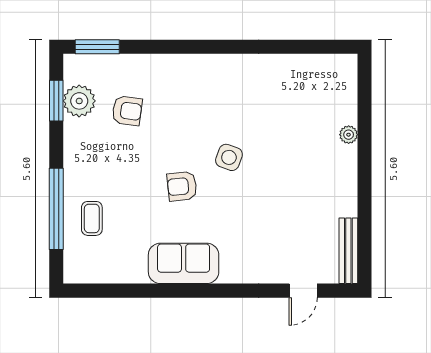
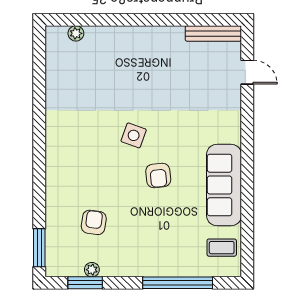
plant: (79, 101) -> (92, 270), width x0.53, depth x0.53
plant: (349, 135) -> (76, 33), moved
coffee table: (92, 218) -> (222, 248), moved
sofa: (184, 263) -> (224, 185), width x1.36

